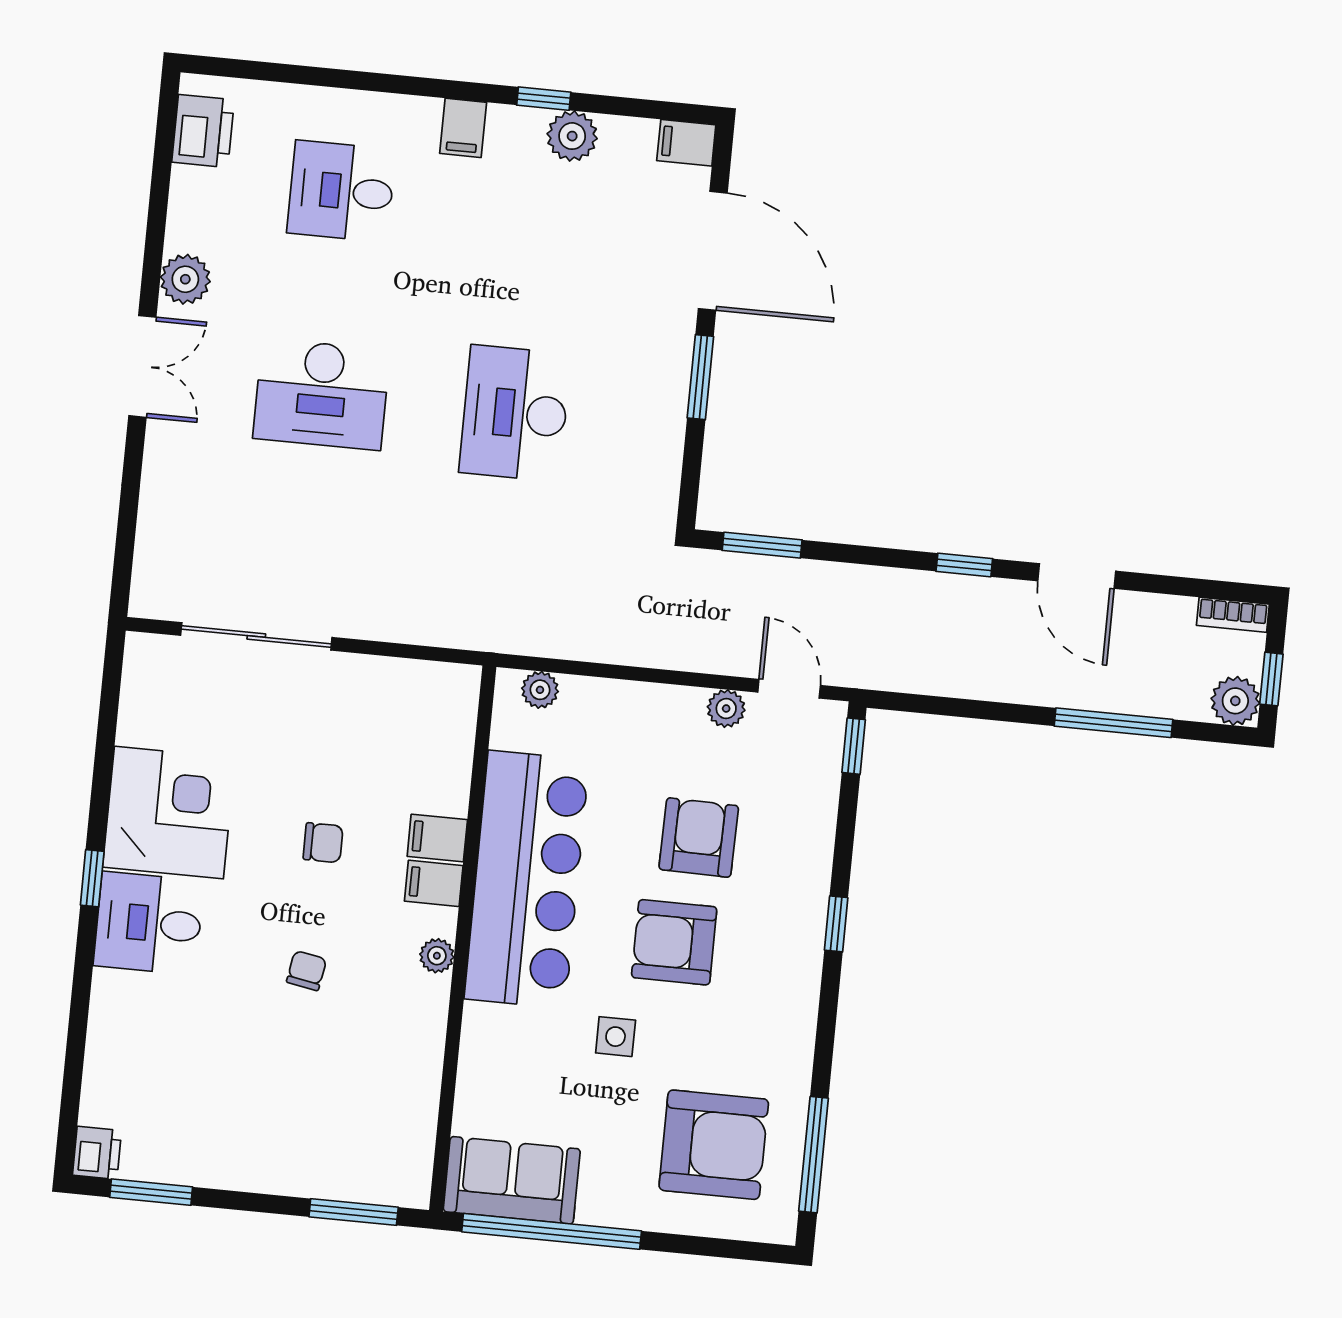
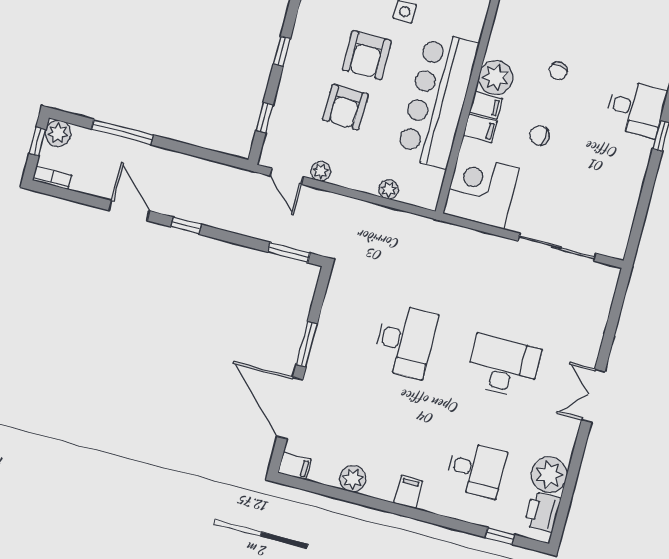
window: (544, 99) -> (500, 536), moved
plant: (185, 279) -> (549, 475), moved, width x1.36, depth x1.36
plant: (540, 690) -> (389, 189), moved
window: (854, 746) -> (264, 118), moved
corner desk: (169, 813) -> (481, 191), moved, turned 90
armchair: (674, 942) -> (367, 55), turned 90
plant: (437, 956) -> (496, 77), width x1.88, depth x1.88

